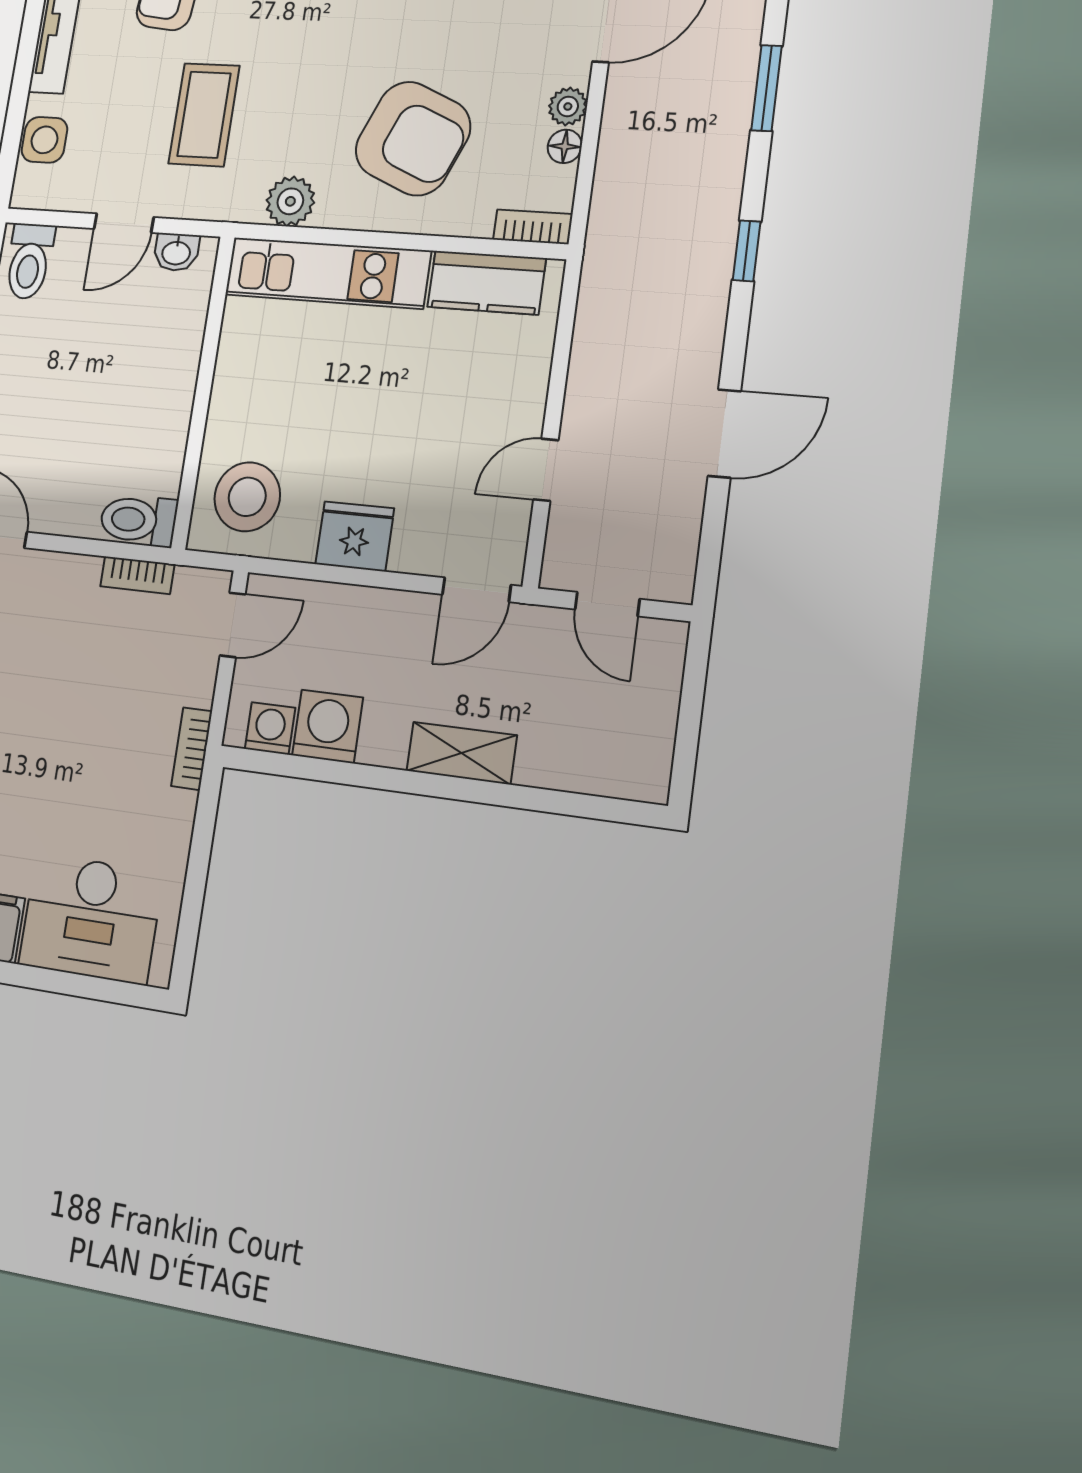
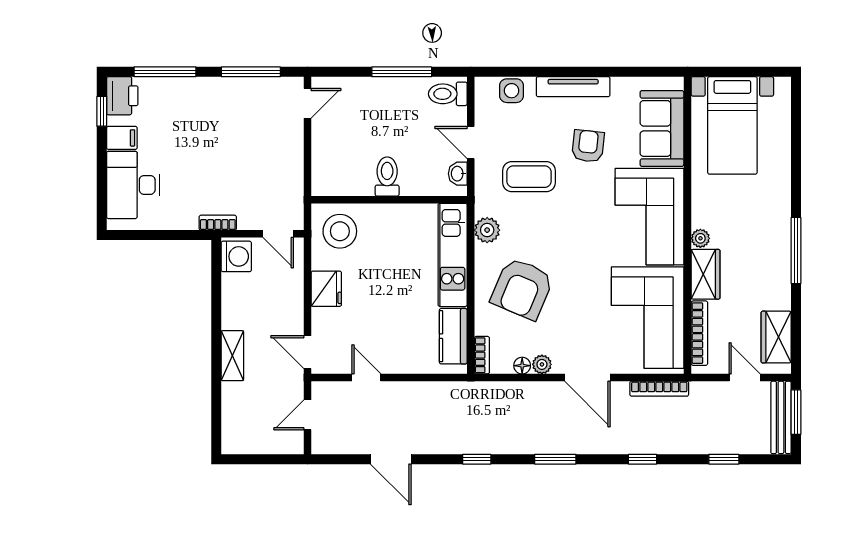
toilet: (138, 520) -> (387, 176), moved
bookcase: (137, 575) -> (296, 181), removed
washing machine: (328, 726) -> (236, 289), removed
washing machine: (270, 728) -> (236, 256), width x1.38, depth x1.38

